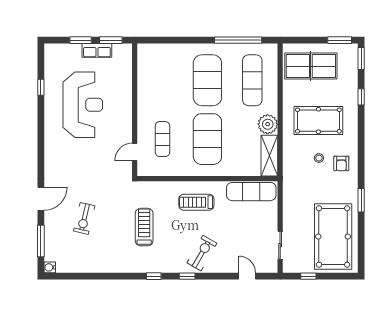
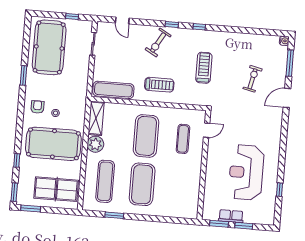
window: (238, 40) -> (114, 215), width x0.47
pool table: (318, 121) -> (53, 144), width x1.36, depth x1.32
treadmill: (144, 227) -> (204, 68), turned 180

